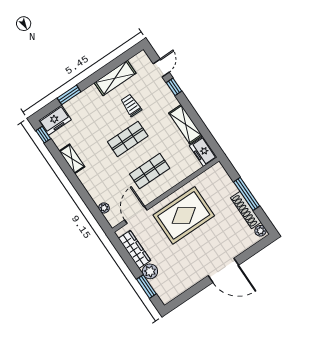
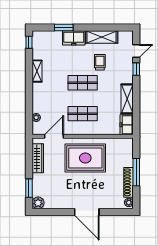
freezer: (55, 120) -> (74, 38), moved
plant: (150, 271) -> (38, 203), moved

